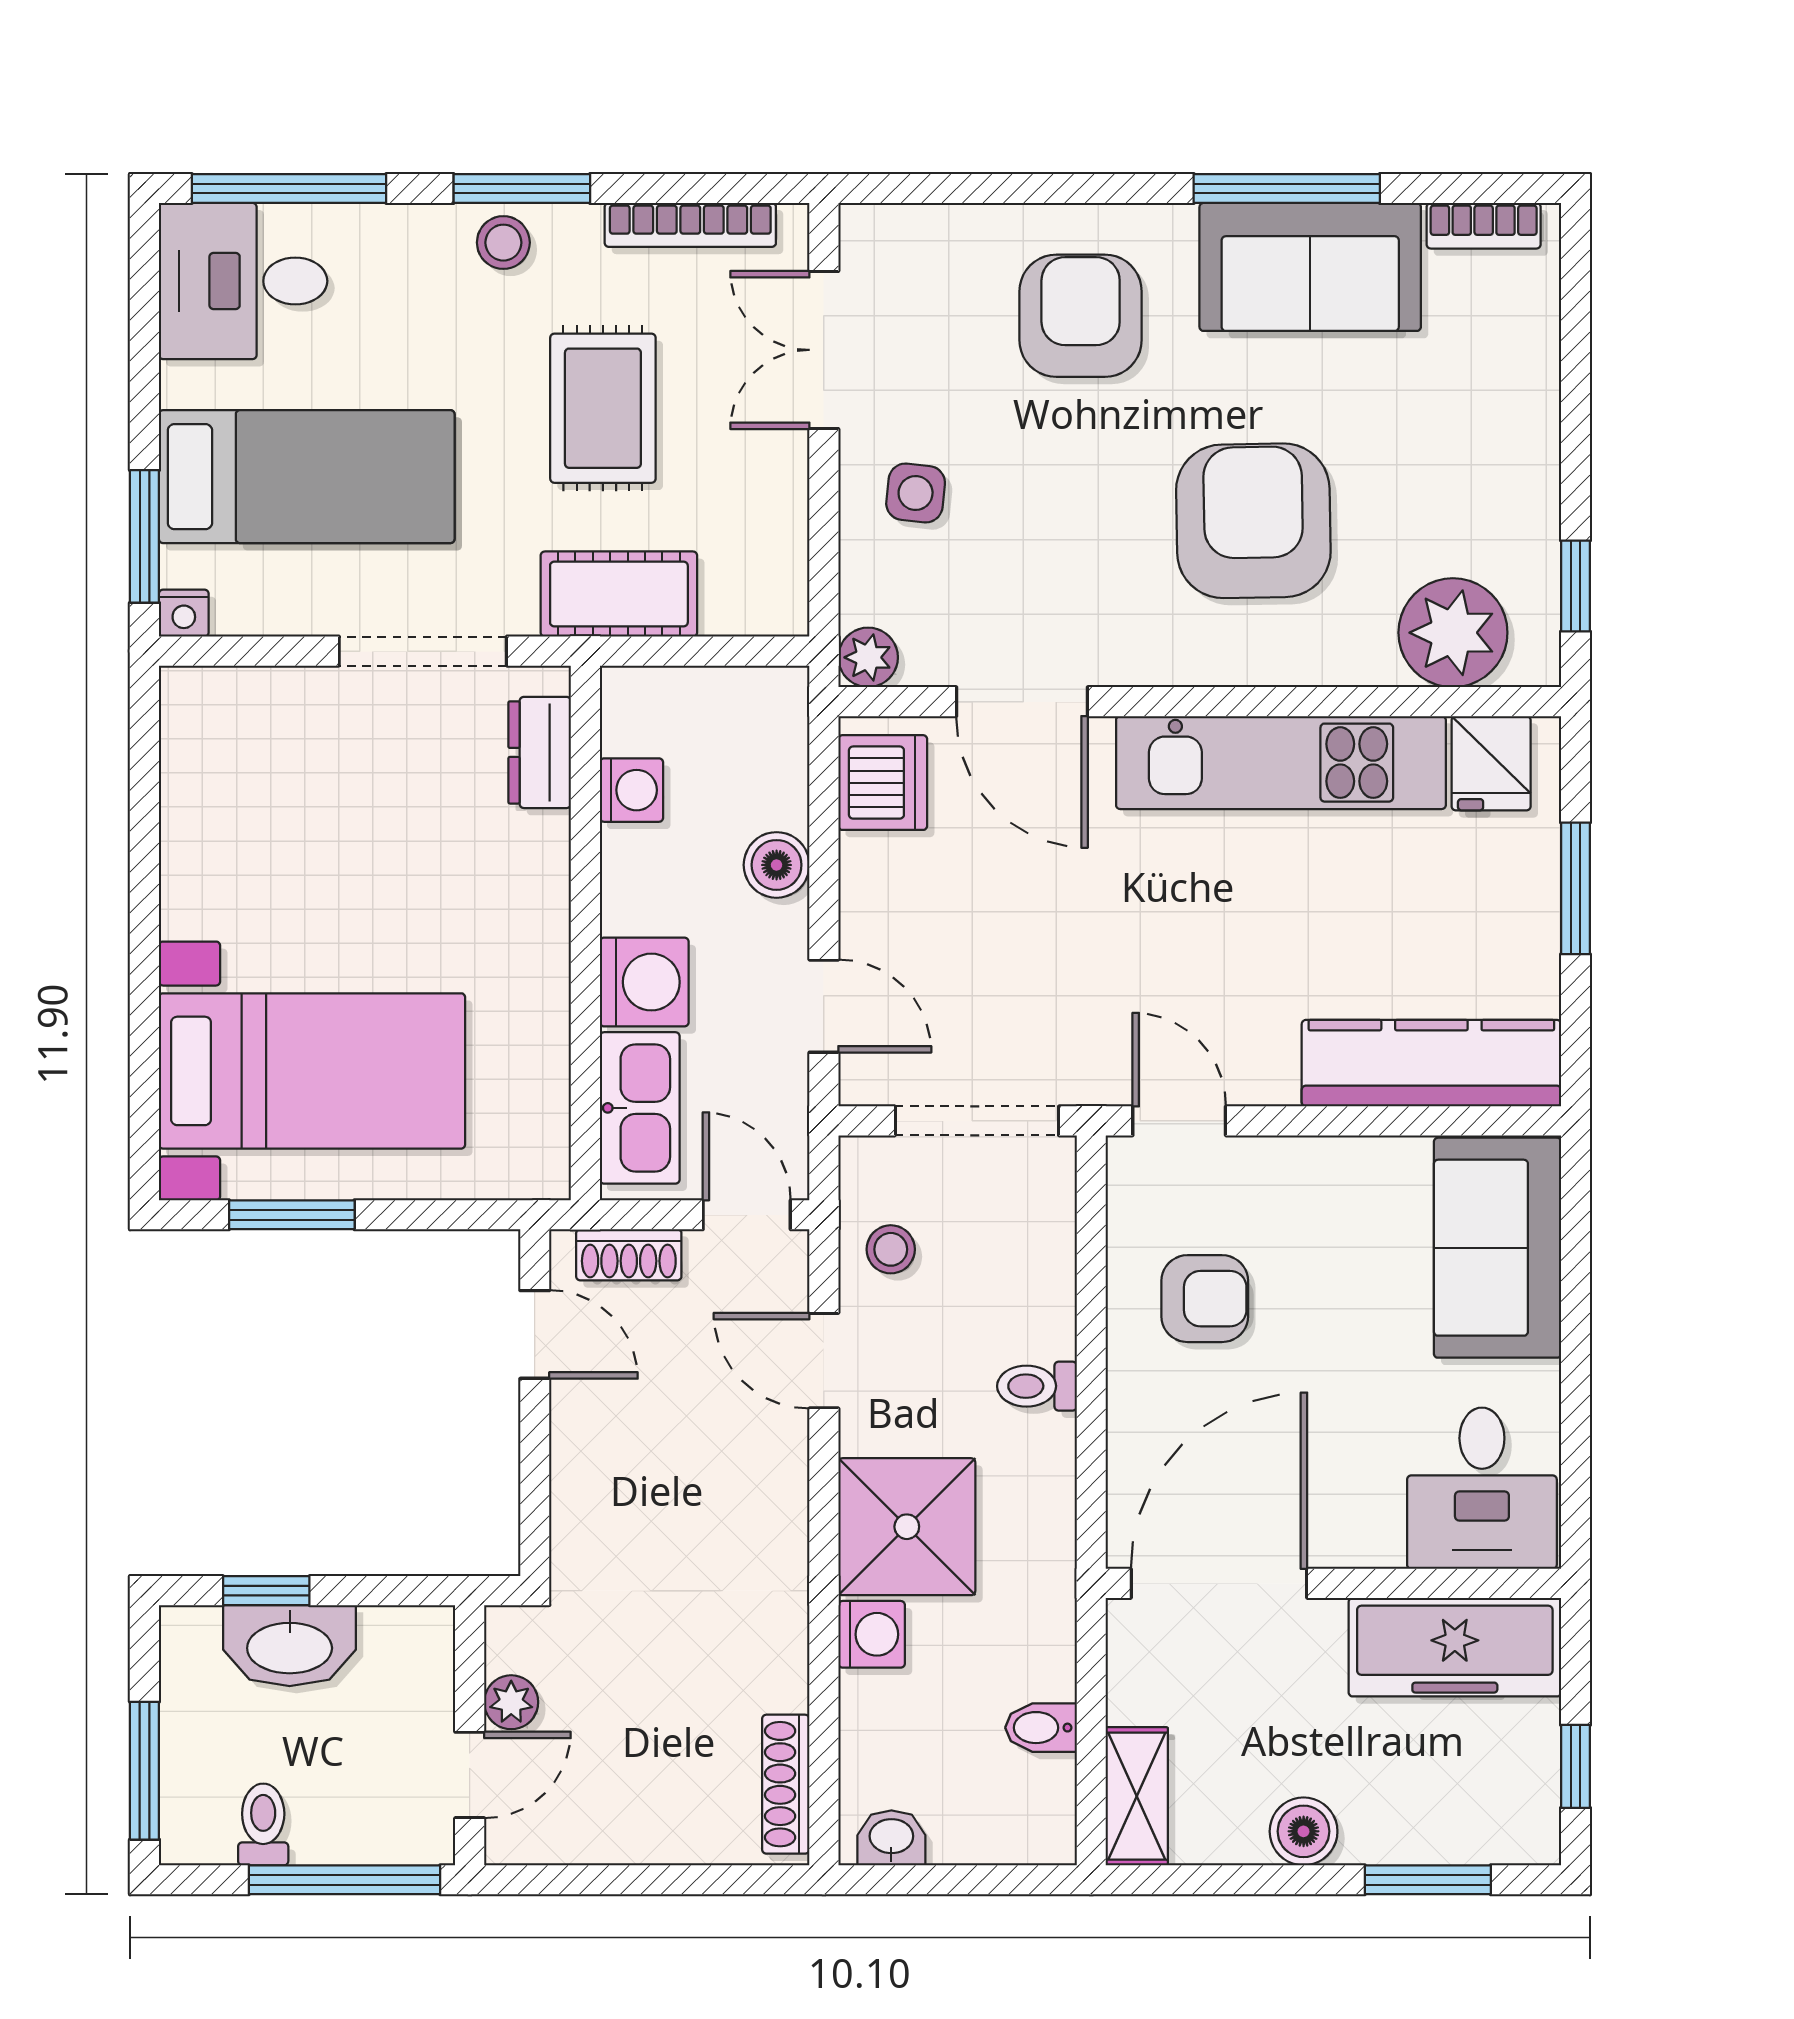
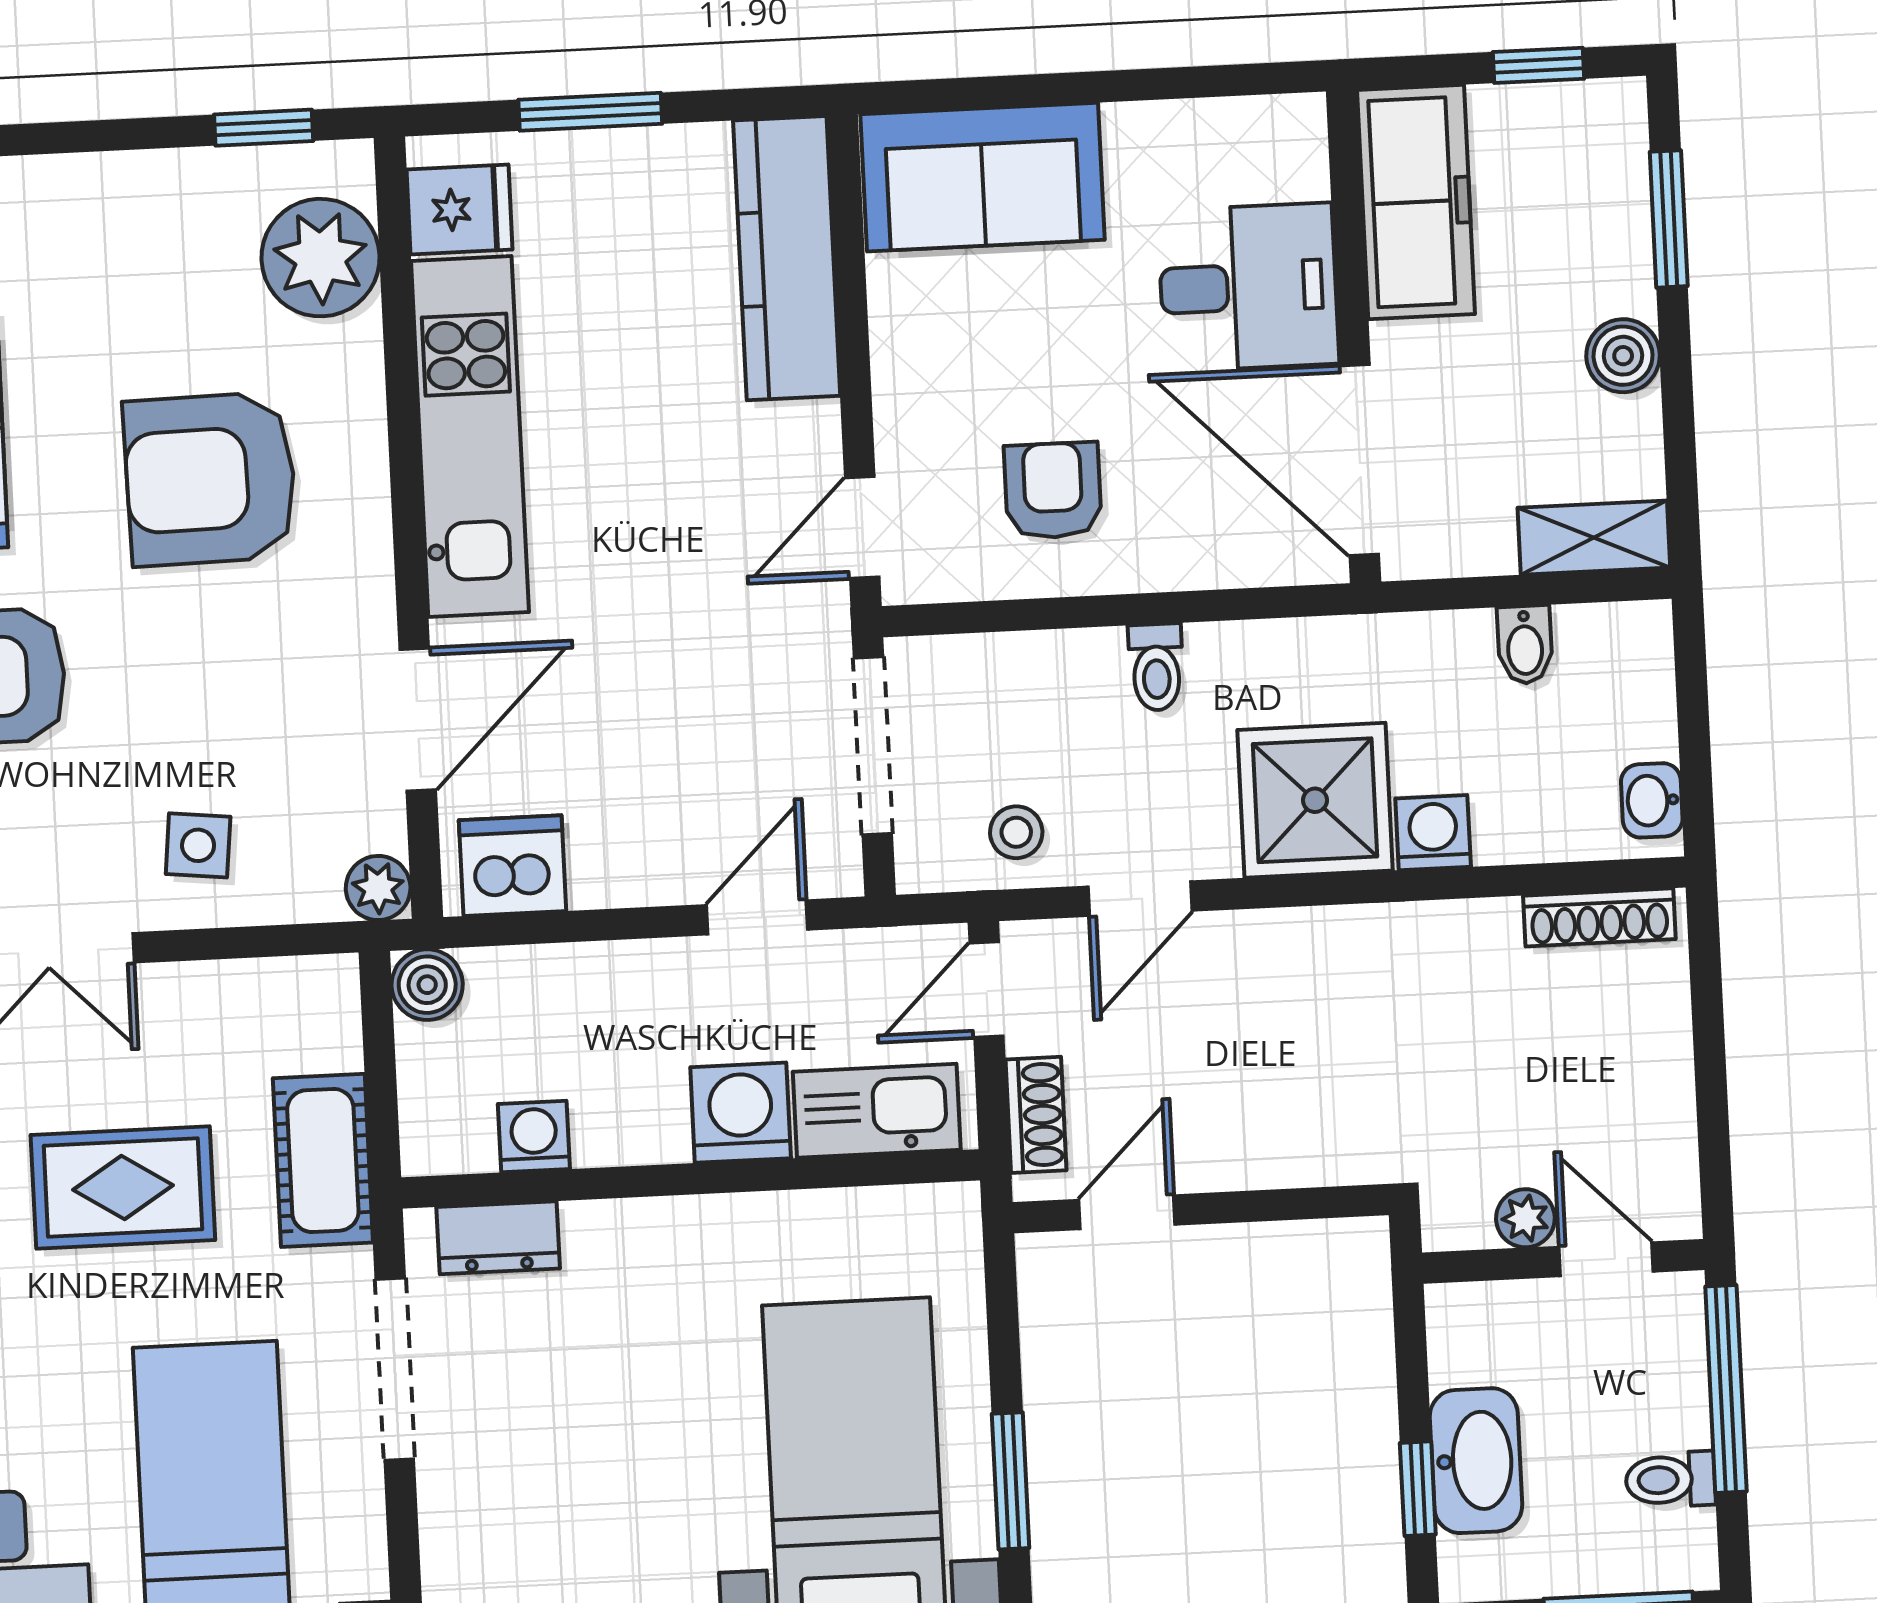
boiler: (777, 865) -> (427, 985), moved
desk: (1482, 1488) -> (1248, 287), moved

